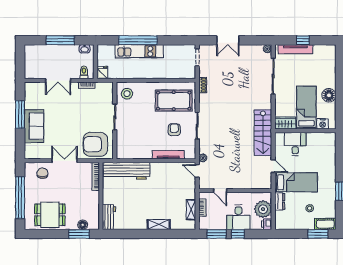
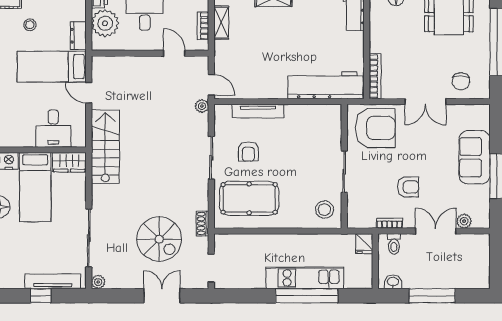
spiral stairs: (229, 75) -> (159, 239), added
plant: (40, 87) -> (464, 221), added
armchair: (75, 108) -> (408, 187), added

